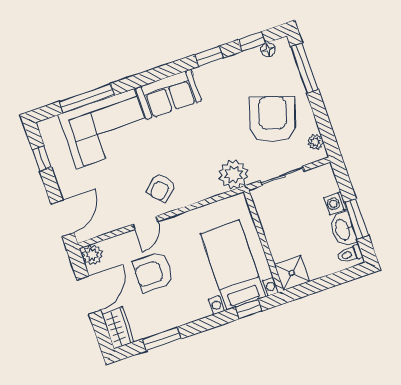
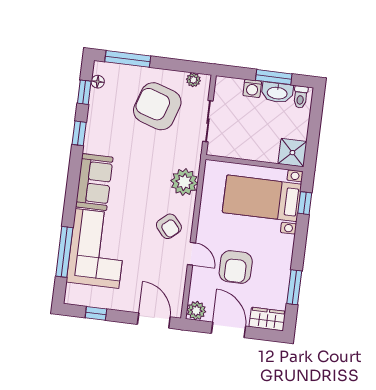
plant: (234, 174) -> (184, 182), moved

